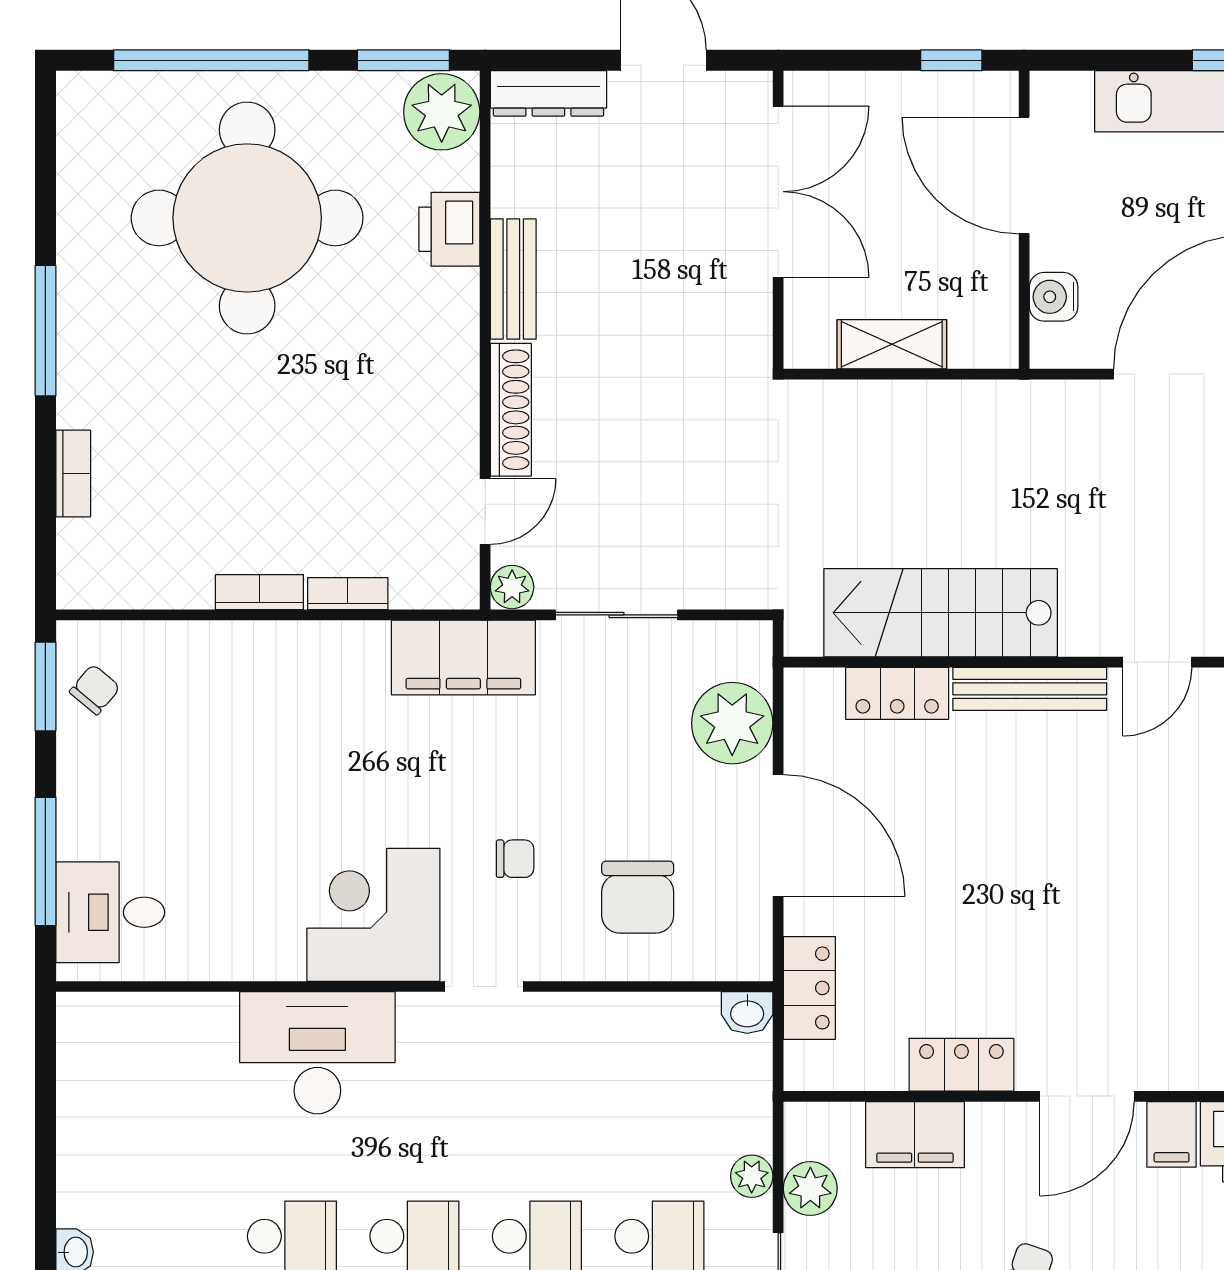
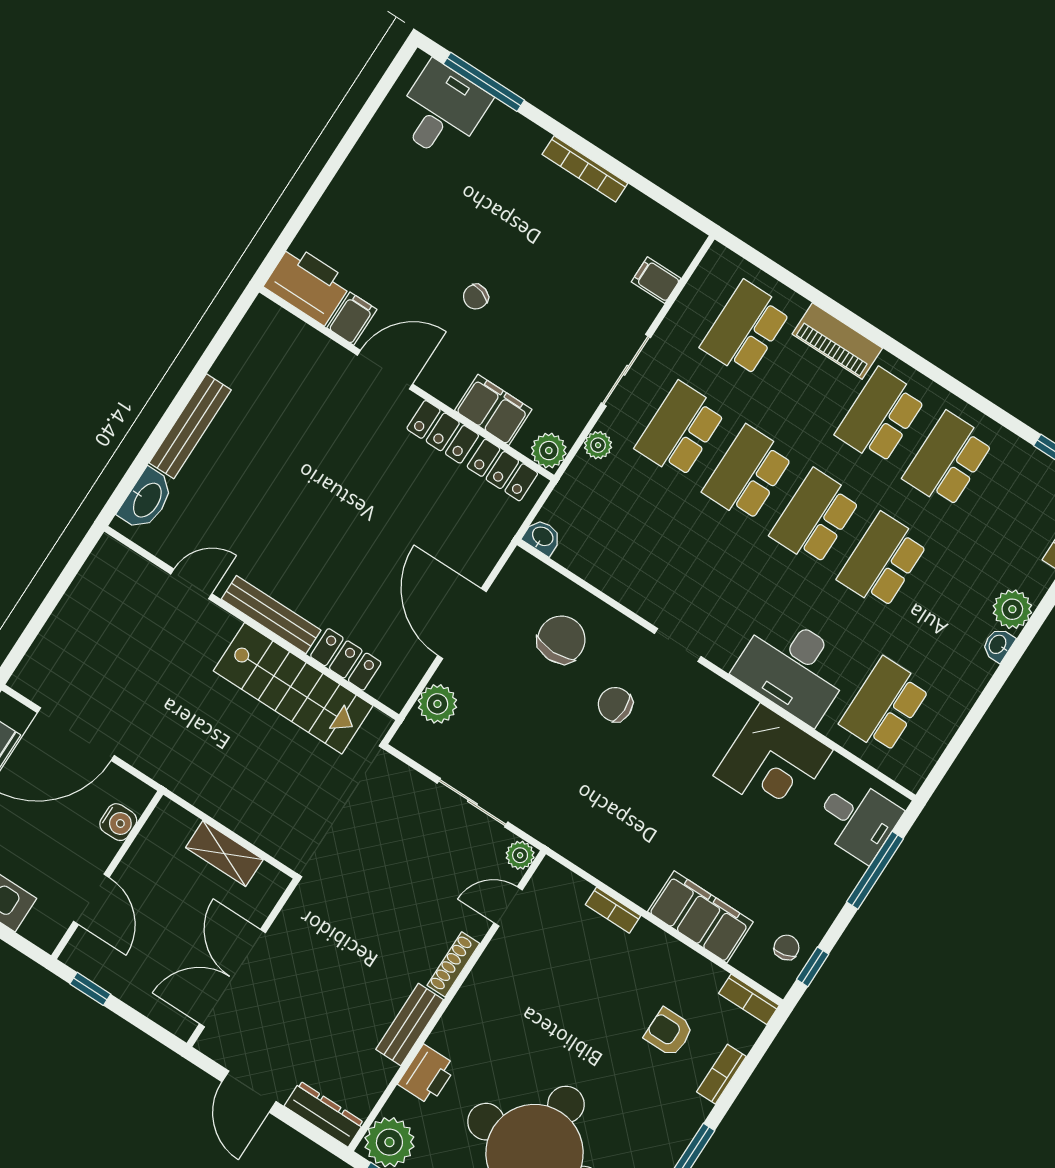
door: (1024, 176) -> (91, 899), width x0.73
shoe rack: (511, 410) -> (453, 964), width x0.74, depth x0.81
armchair: (175, 484) -> (669, 1032), added
bookcase: (259, 592) -> (749, 999), moved
filing cabinet: (463, 658) -> (700, 917), moved
window: (45, 686) -> (813, 967), width x0.67
chair: (95, 690) -> (786, 947), turned 127
plant: (732, 723) -> (437, 704), width x0.73, depth x0.73
chair: (515, 859) -> (615, 704), width x1.37, depth x1.37
corner desk: (373, 915) -> (773, 763), moved
locker: (809, 988) -> (502, 470), moved, turned -90
school desk: (169, 1081) -> (885, 705), added
plant: (810, 1189) -> (549, 451), moved

